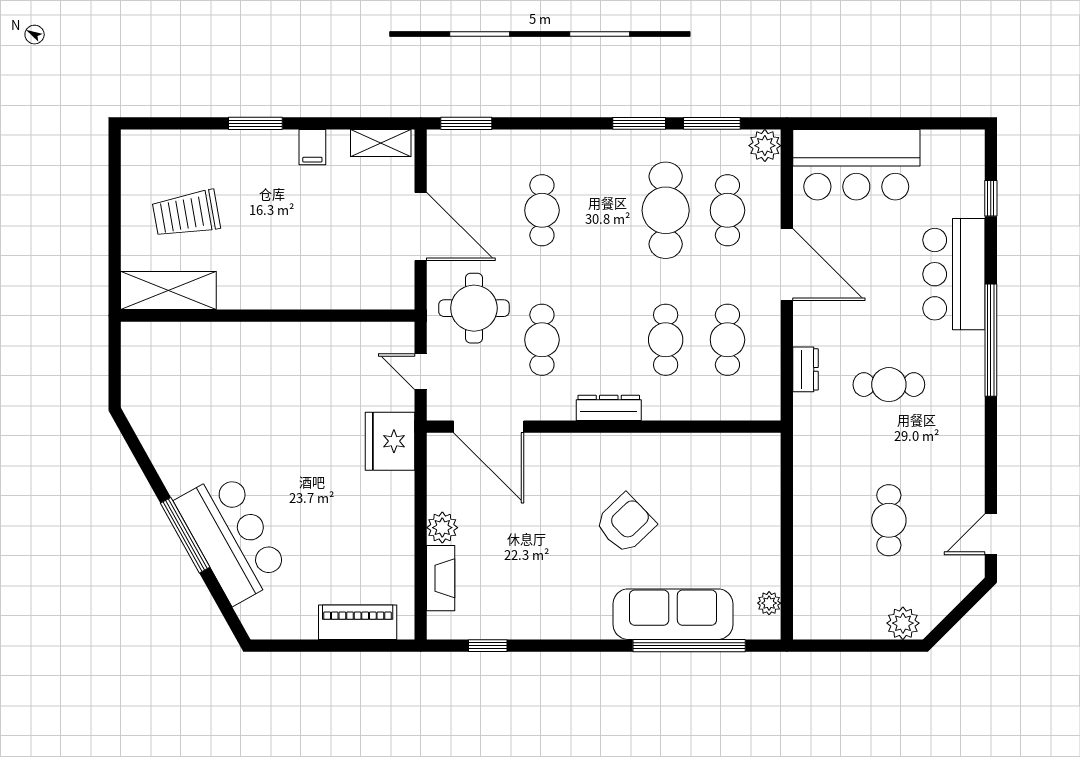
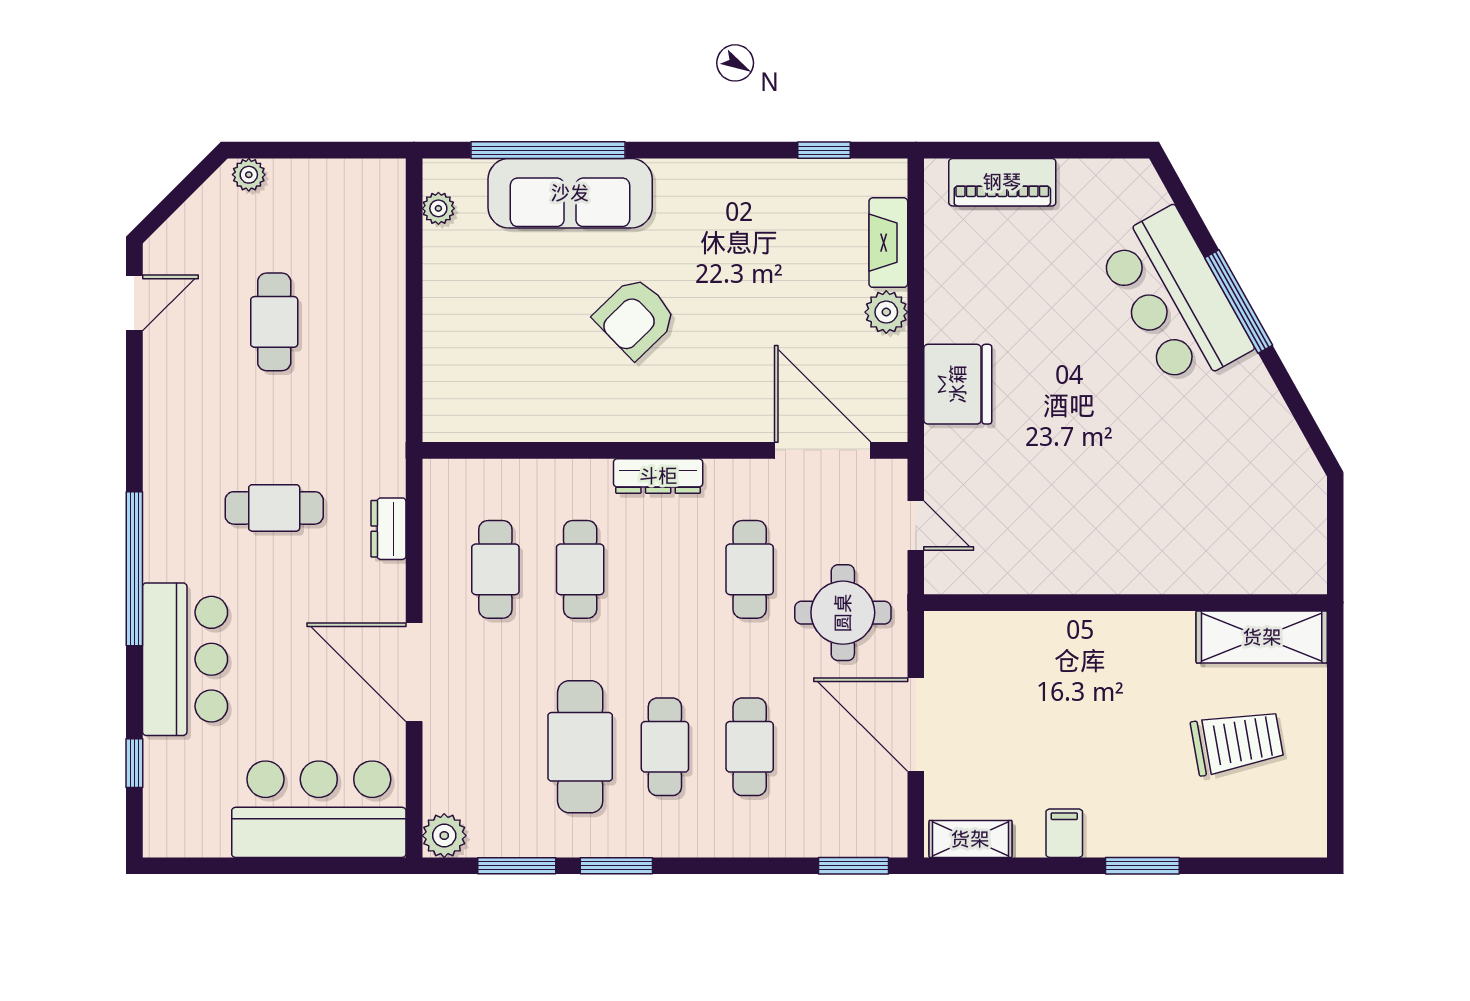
cafe table: (727, 210) -> (665, 747), moved
fridge: (390, 441) -> (958, 384), moved
plant: (903, 623) -> (249, 175), width x0.73, depth x0.73

